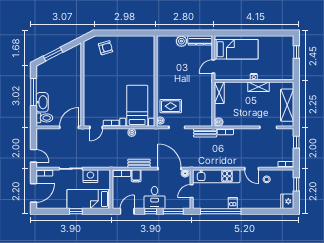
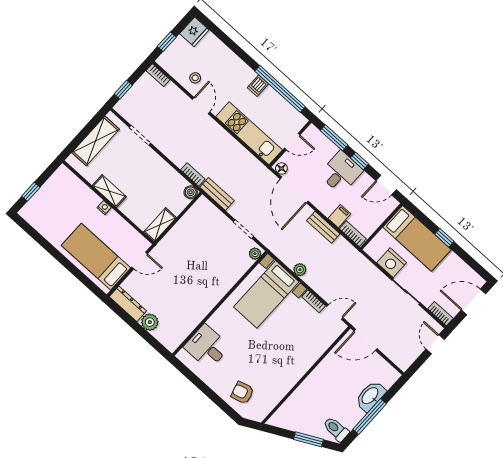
desk: (143, 54) -> (207, 347), added
rug: (171, 106) -> (229, 259), removed
toilet: (44, 118) -> (336, 429), moved

